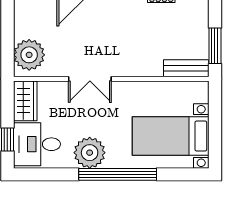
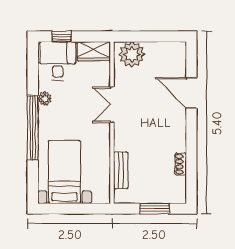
window: (215, 46) -> (155, 209), moved
bench: (186, 68) -> (121, 170), moved
plant: (90, 153) -> (45, 99), width x0.53, depth x0.53

